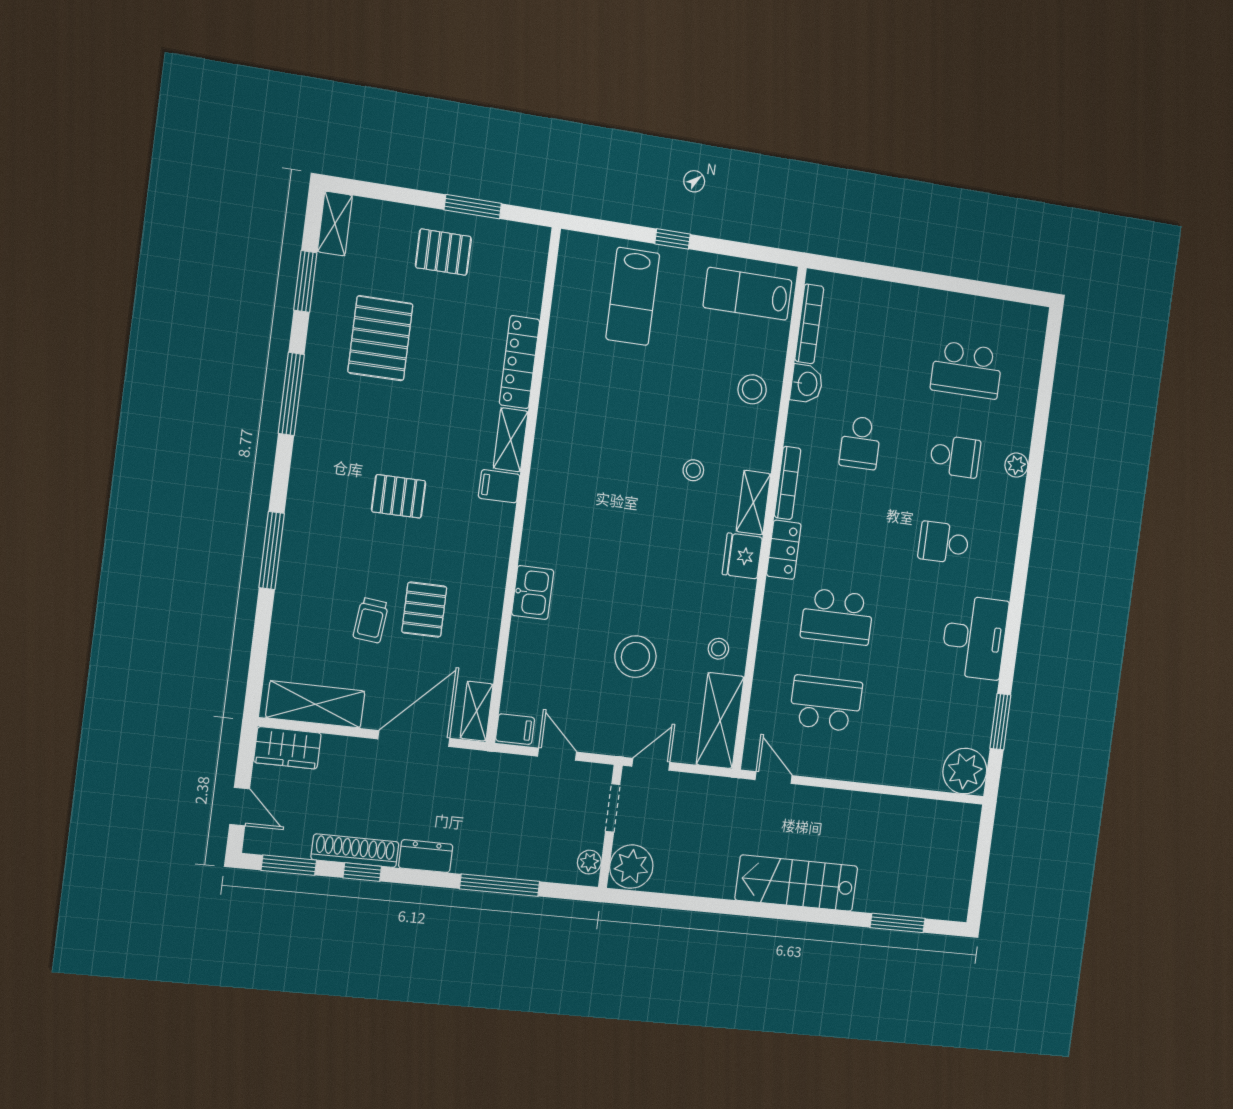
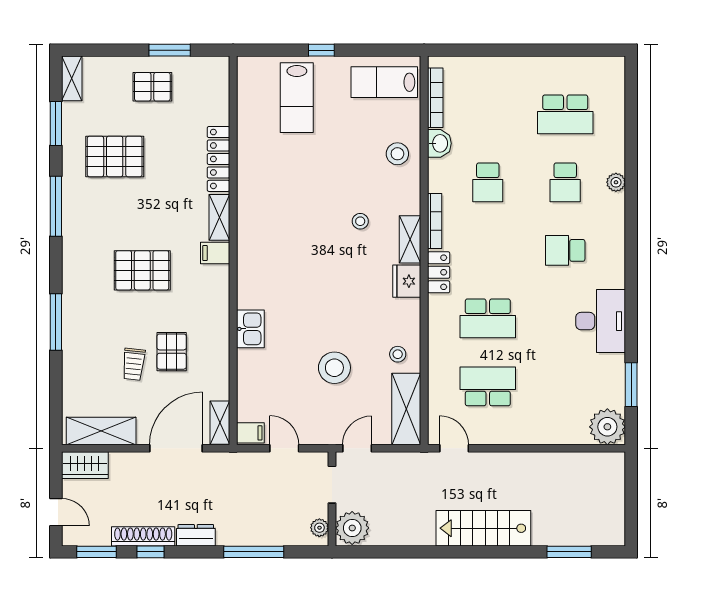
pallet: (380, 338) -> (115, 156), turned 90
school desk: (955, 456) -> (565, 182), turned 90
pallet: (399, 496) -> (142, 270), width x1.50, depth x1.42

